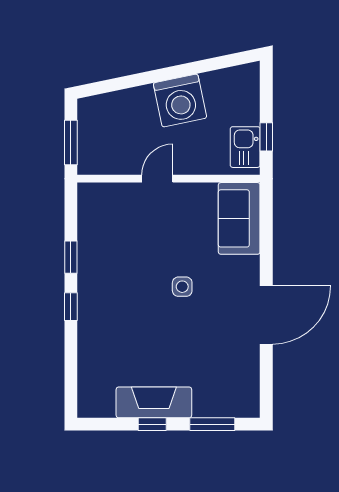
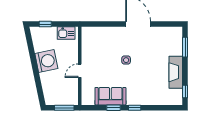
window: (266, 137) -> (45, 24), moved
door: (157, 179) -> (80, 71), hinge flipped
sofa: (239, 218) -> (110, 96), moved, turned 180
window: (152, 424) -> (185, 92), moved

